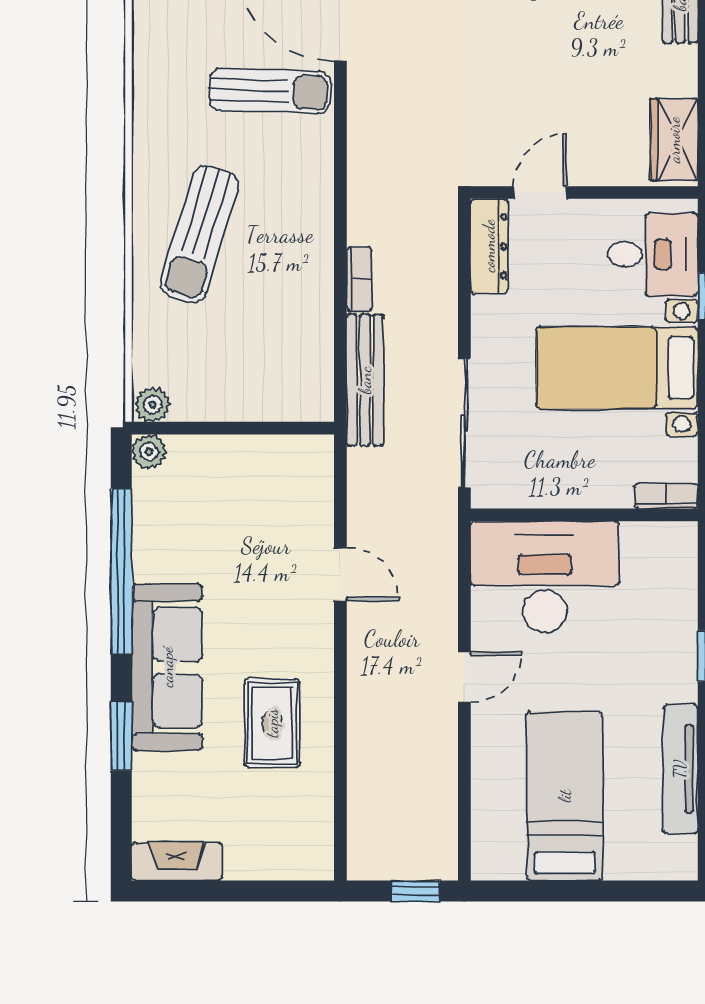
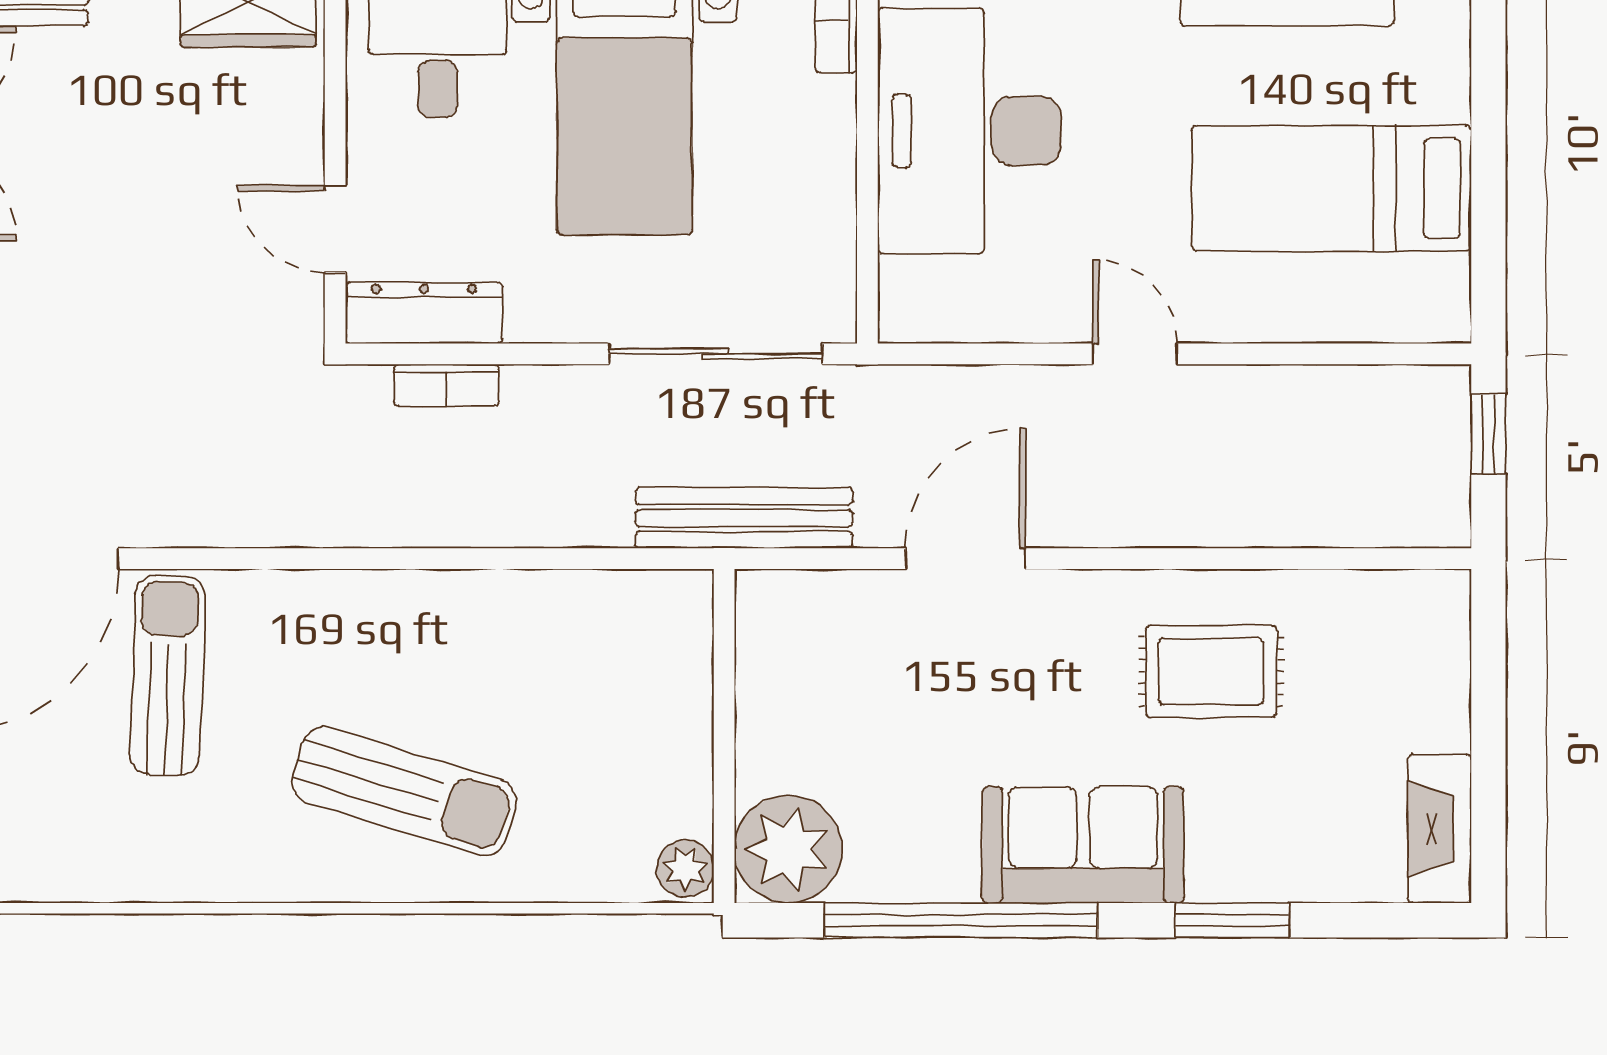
bookcase: (359, 279) -> (446, 385), moved, turned 180
bench: (365, 380) -> (744, 518), moved
plant: (149, 452) -> (788, 849), width x1.88, depth x1.88
door: (340, 574) -> (966, 559), width x1.38
desk: (545, 577) -> (969, 131), moved
sofa: (167, 667) -> (1083, 845), width x0.73

